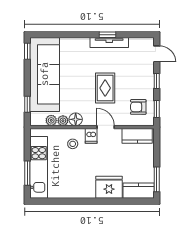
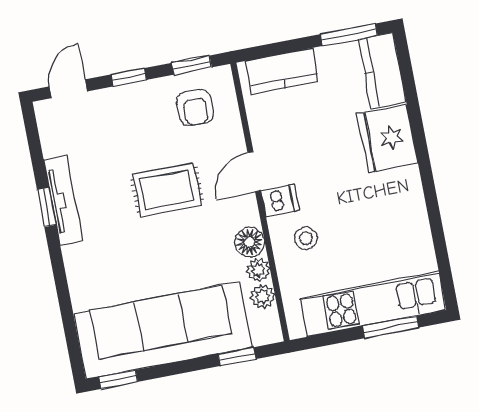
kitchen counter: (137, 136) -> (282, 71), moved, turned 90

